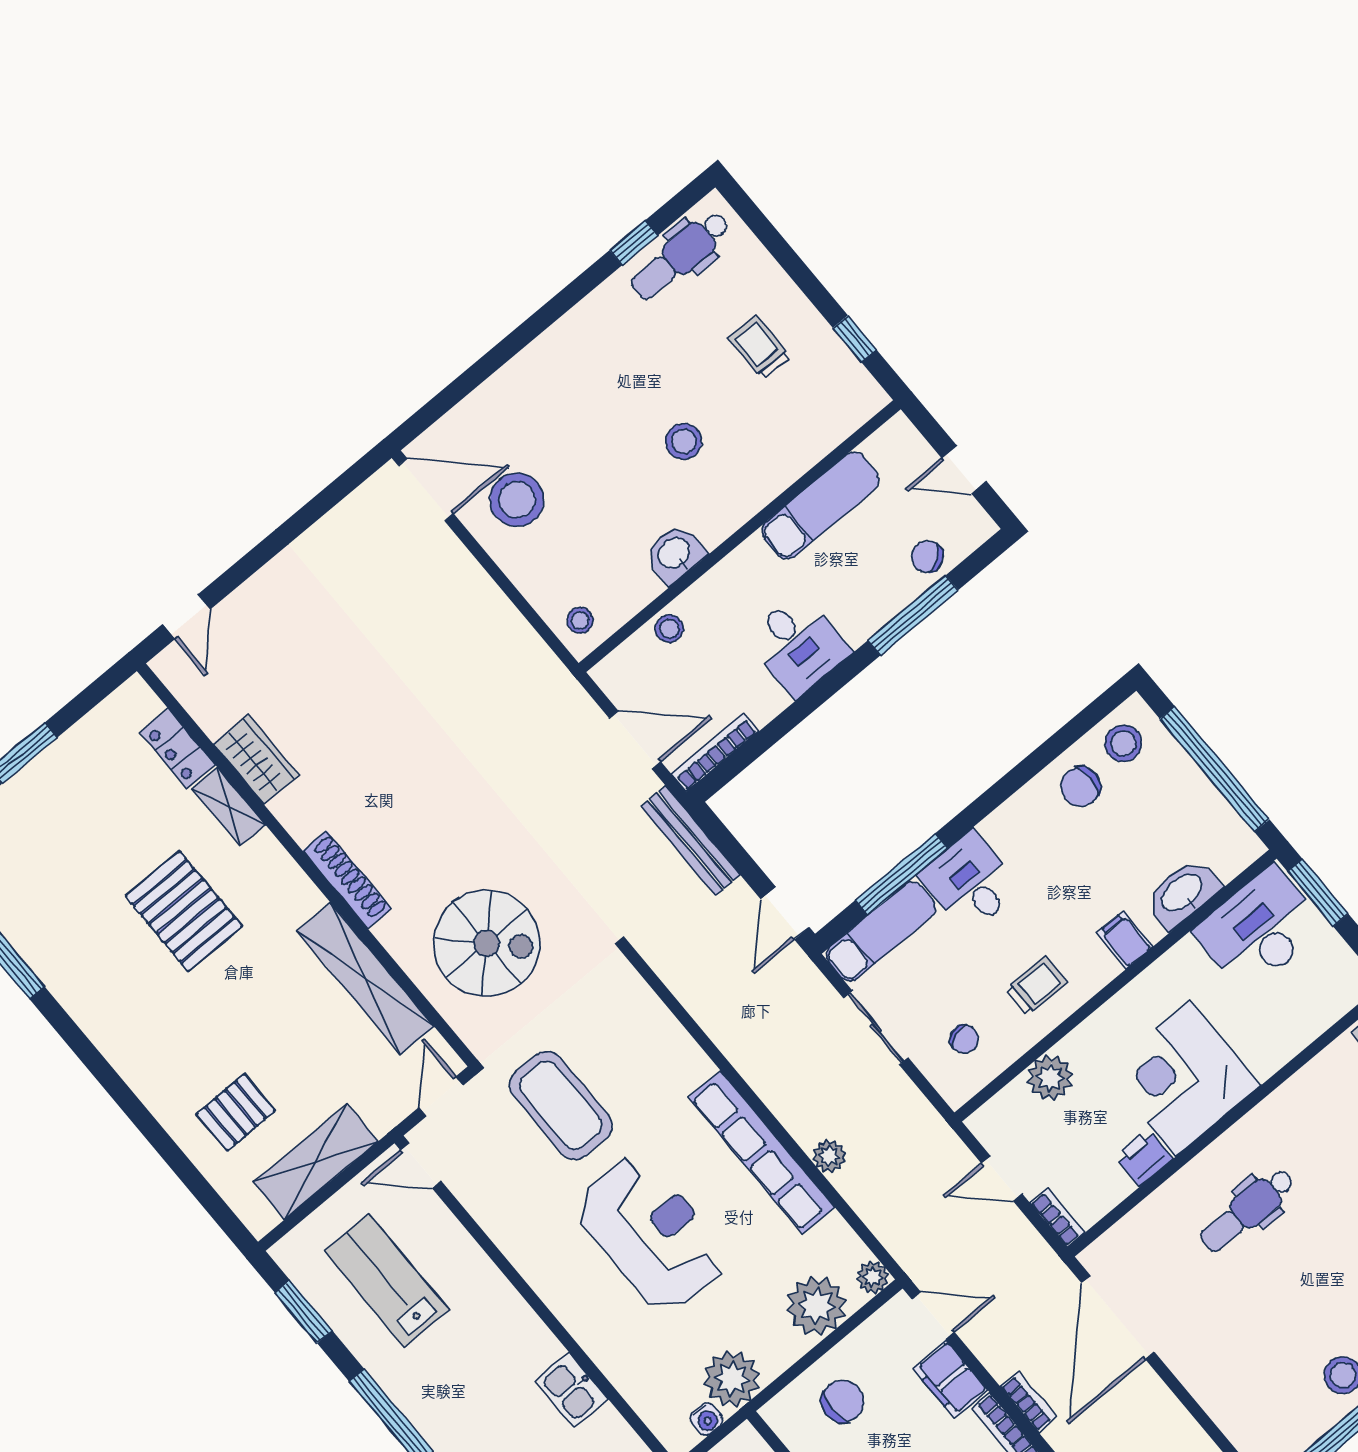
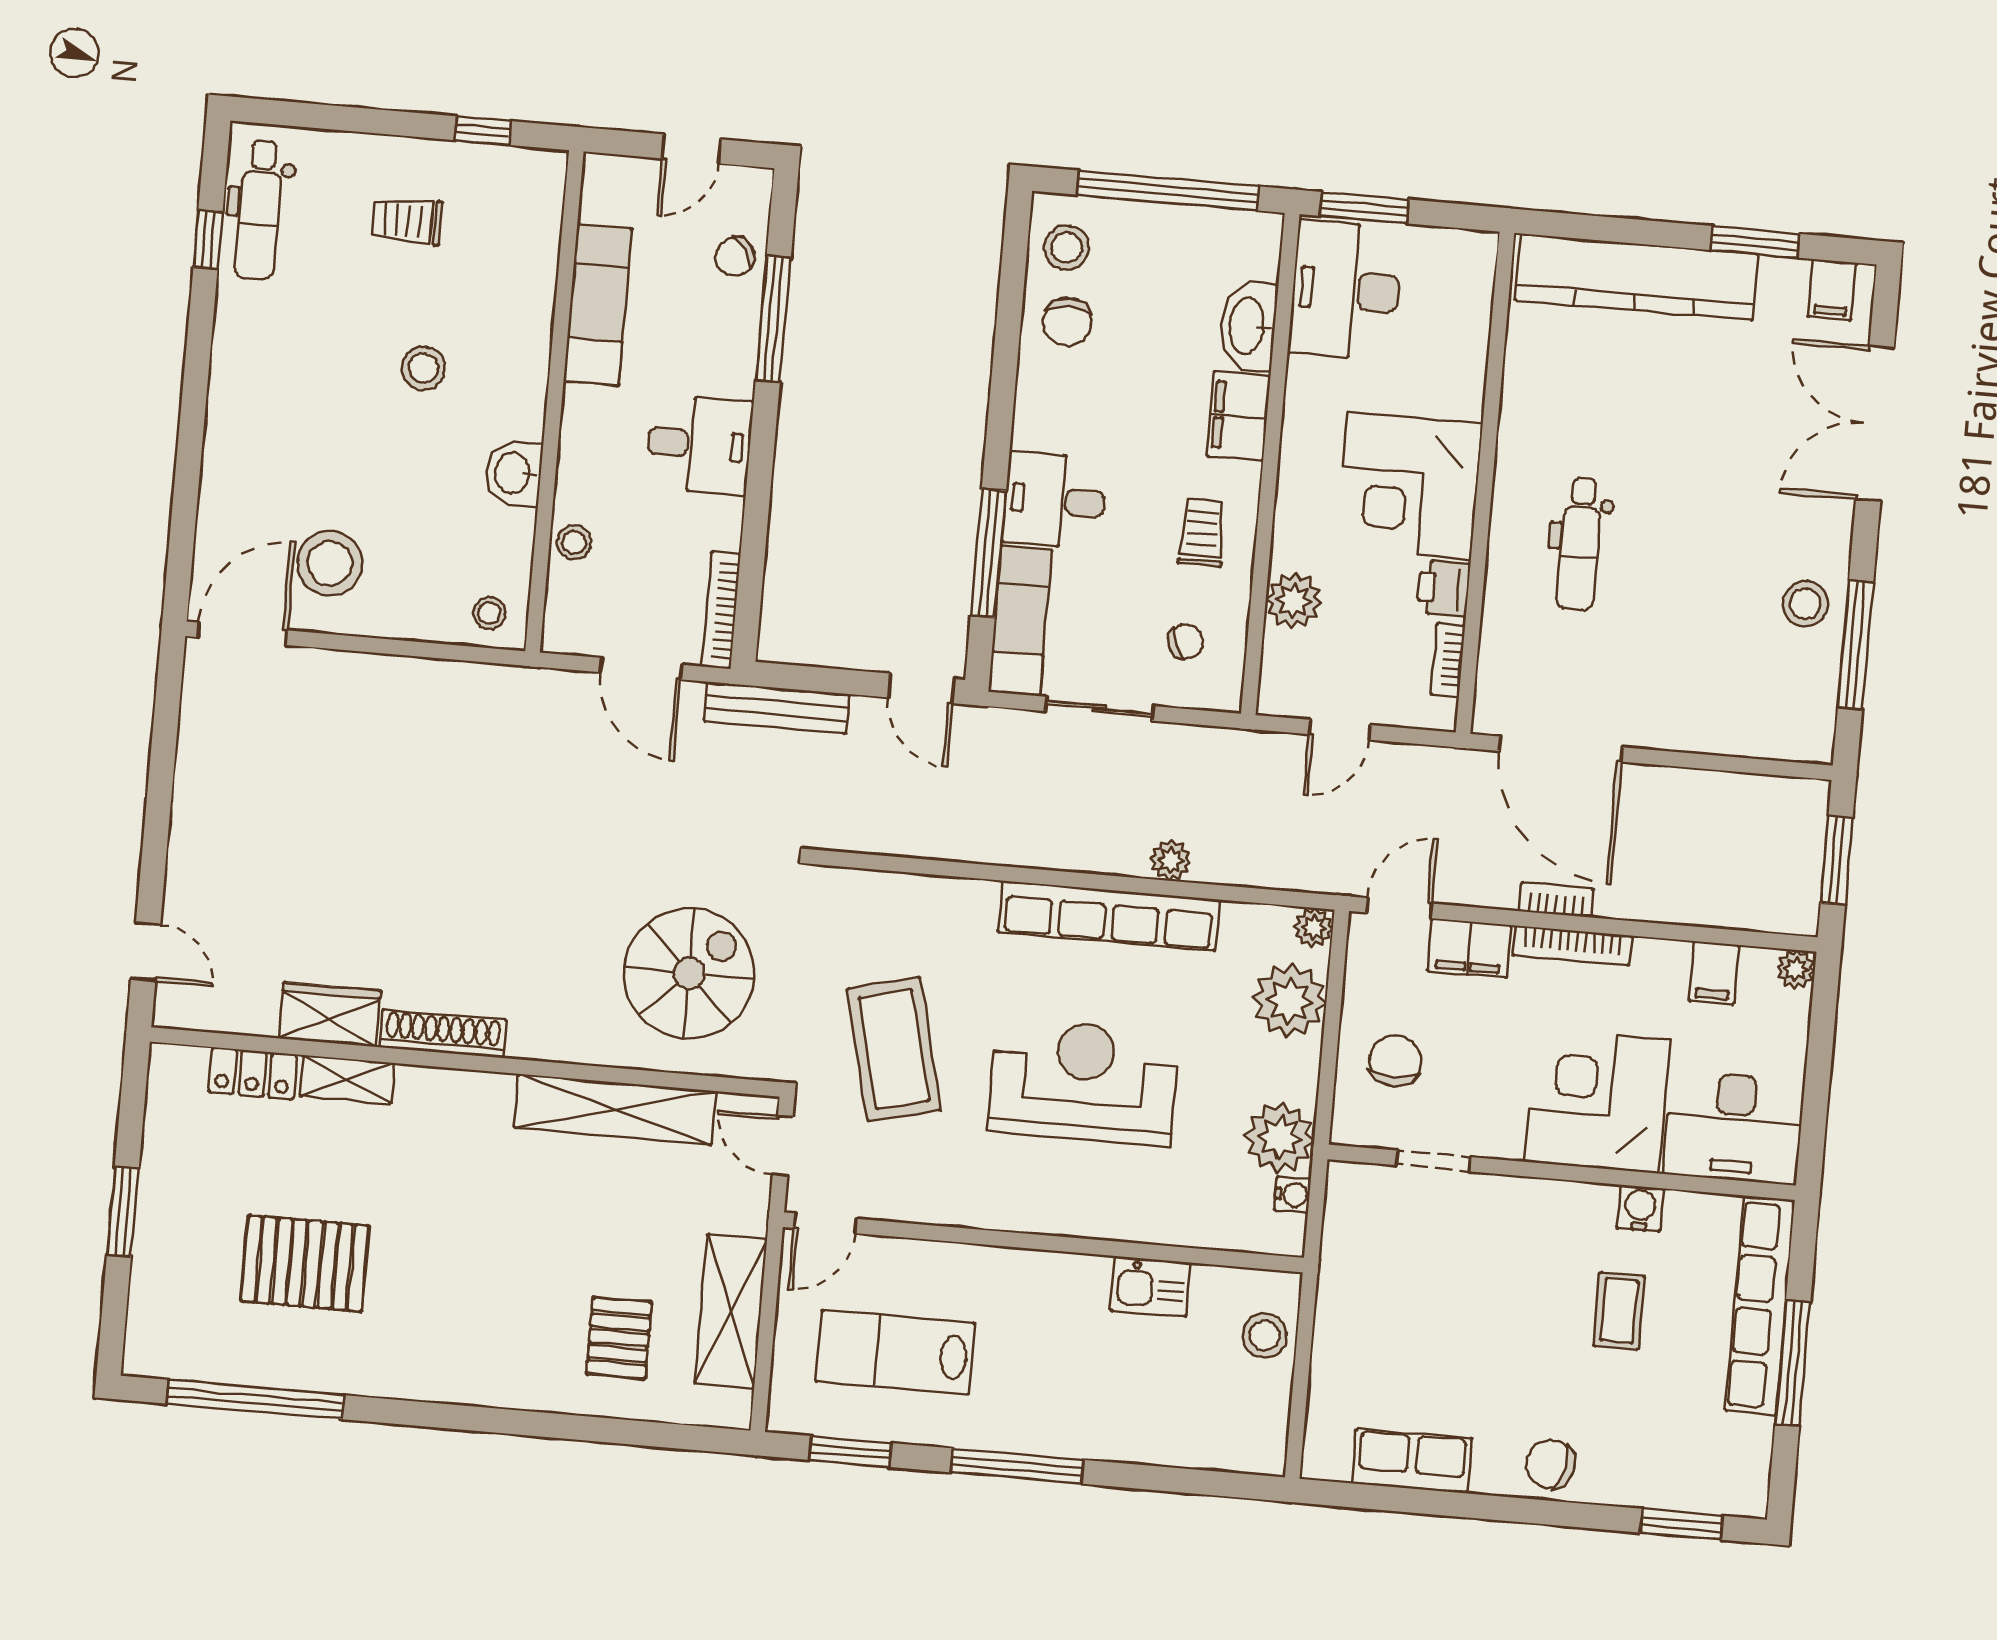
door: (635, 740) -> (641, 669), swing flipped
shoe rack: (347, 880) -> (443, 1034), moved
pallet: (184, 911) -> (305, 1263), moved
filing cabinet: (1125, 940) -> (1239, 416), width x2.00
coffee table: (561, 1105) -> (894, 1049), turned 76
bookcase: (1057, 1218) -> (1448, 660), moved, turned -90

